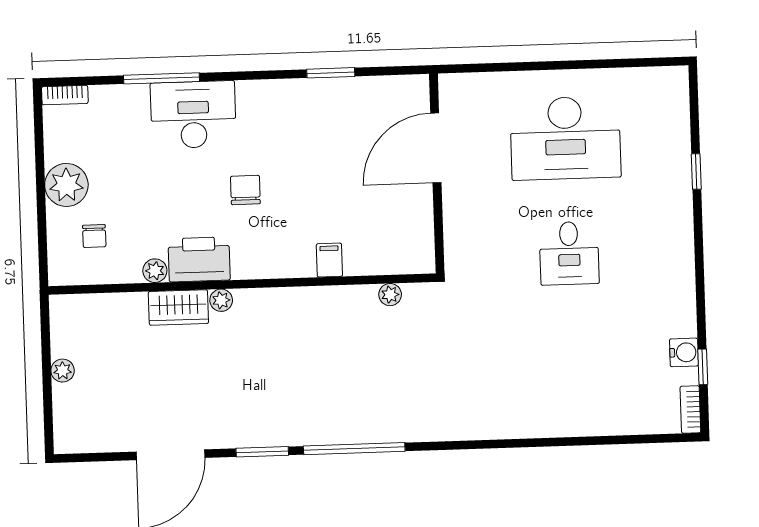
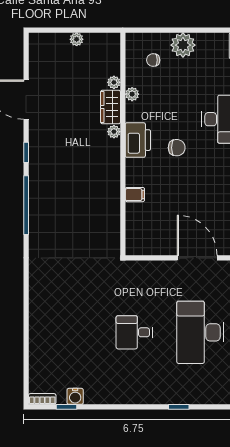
printer: (199, 259) -> (138, 140), moved
plant: (390, 295) -> (114, 82), moved
window: (262, 452) -> (26, 152), width x0.67

